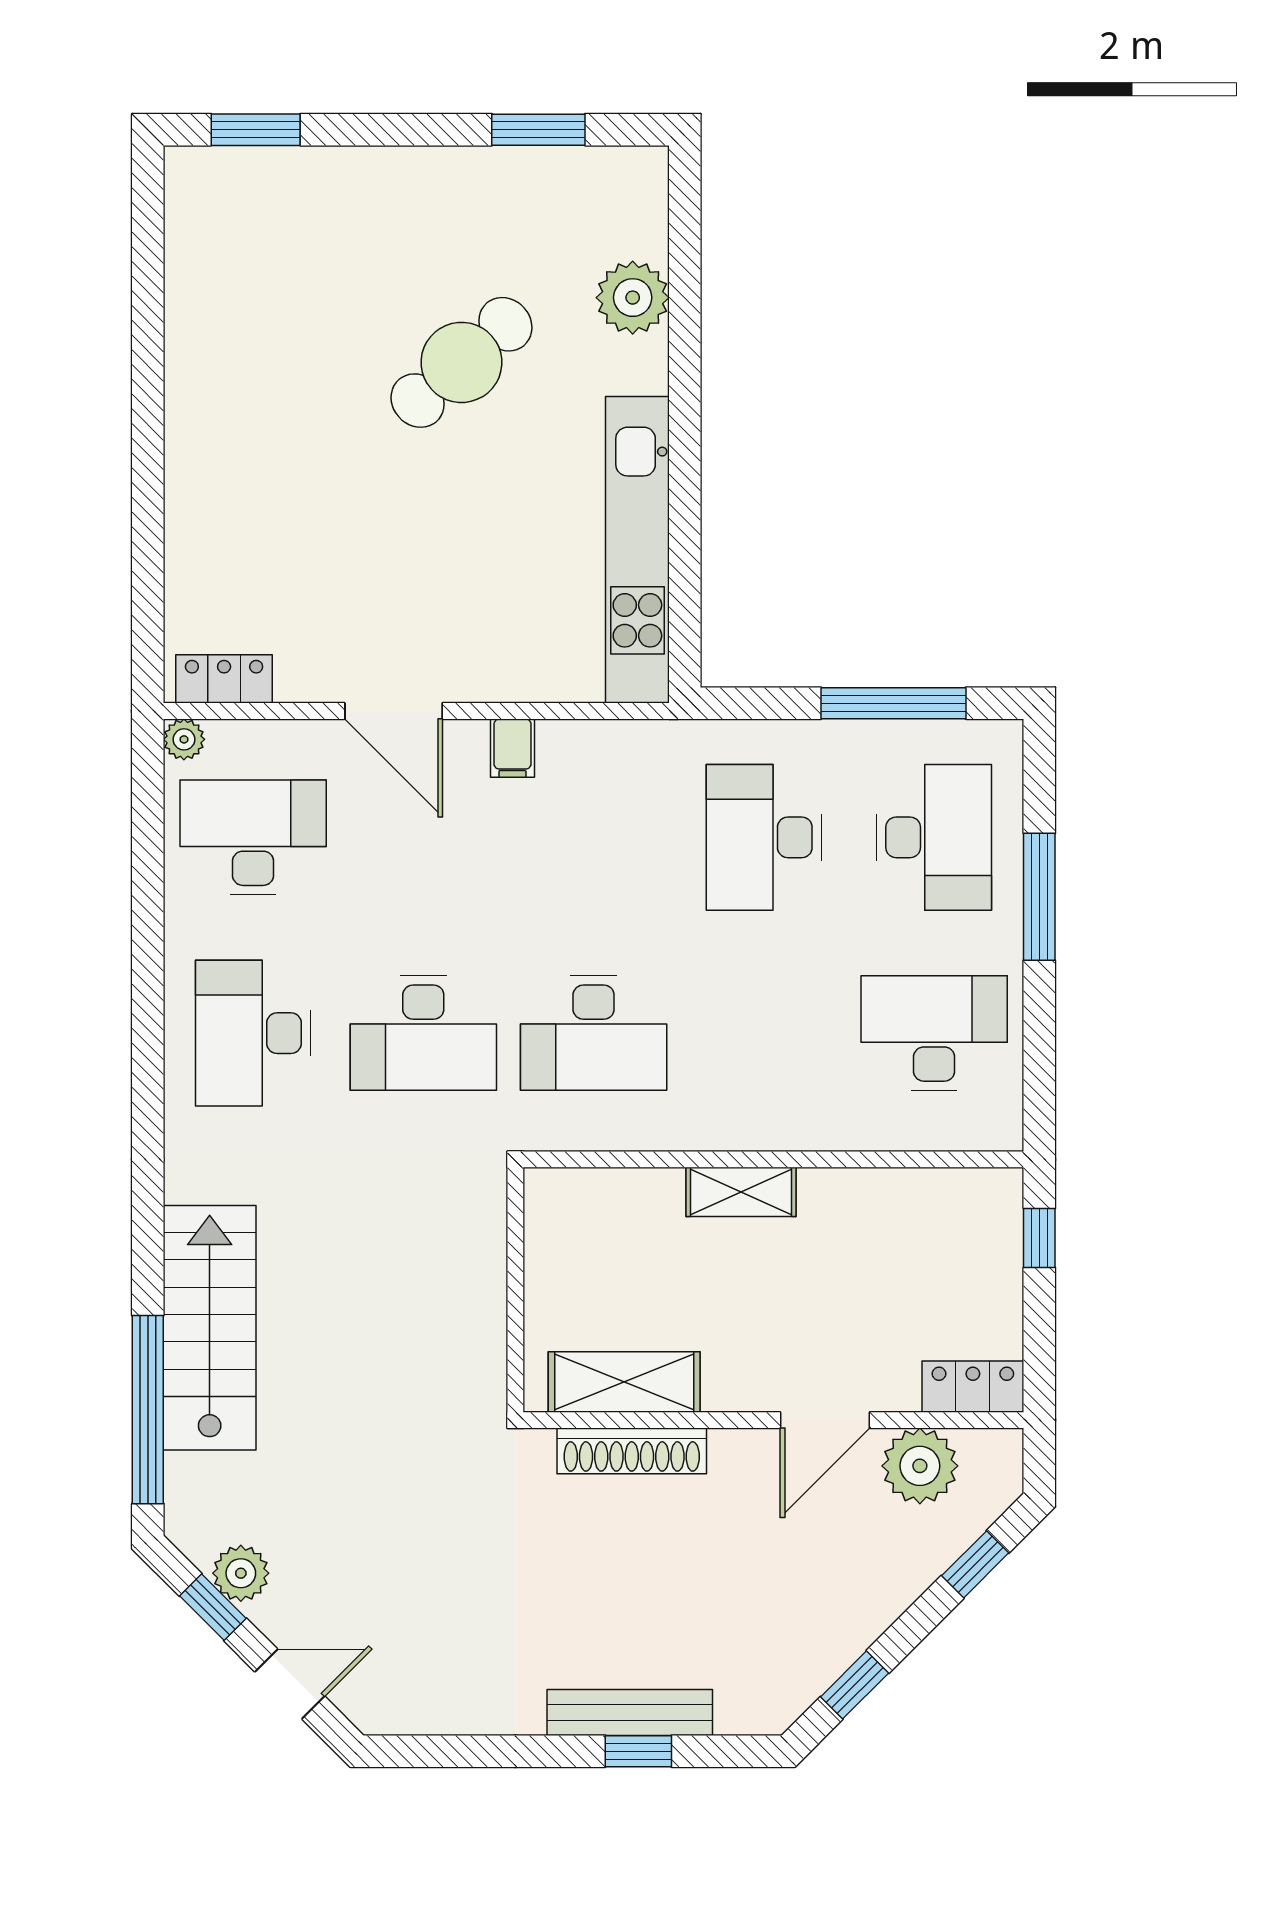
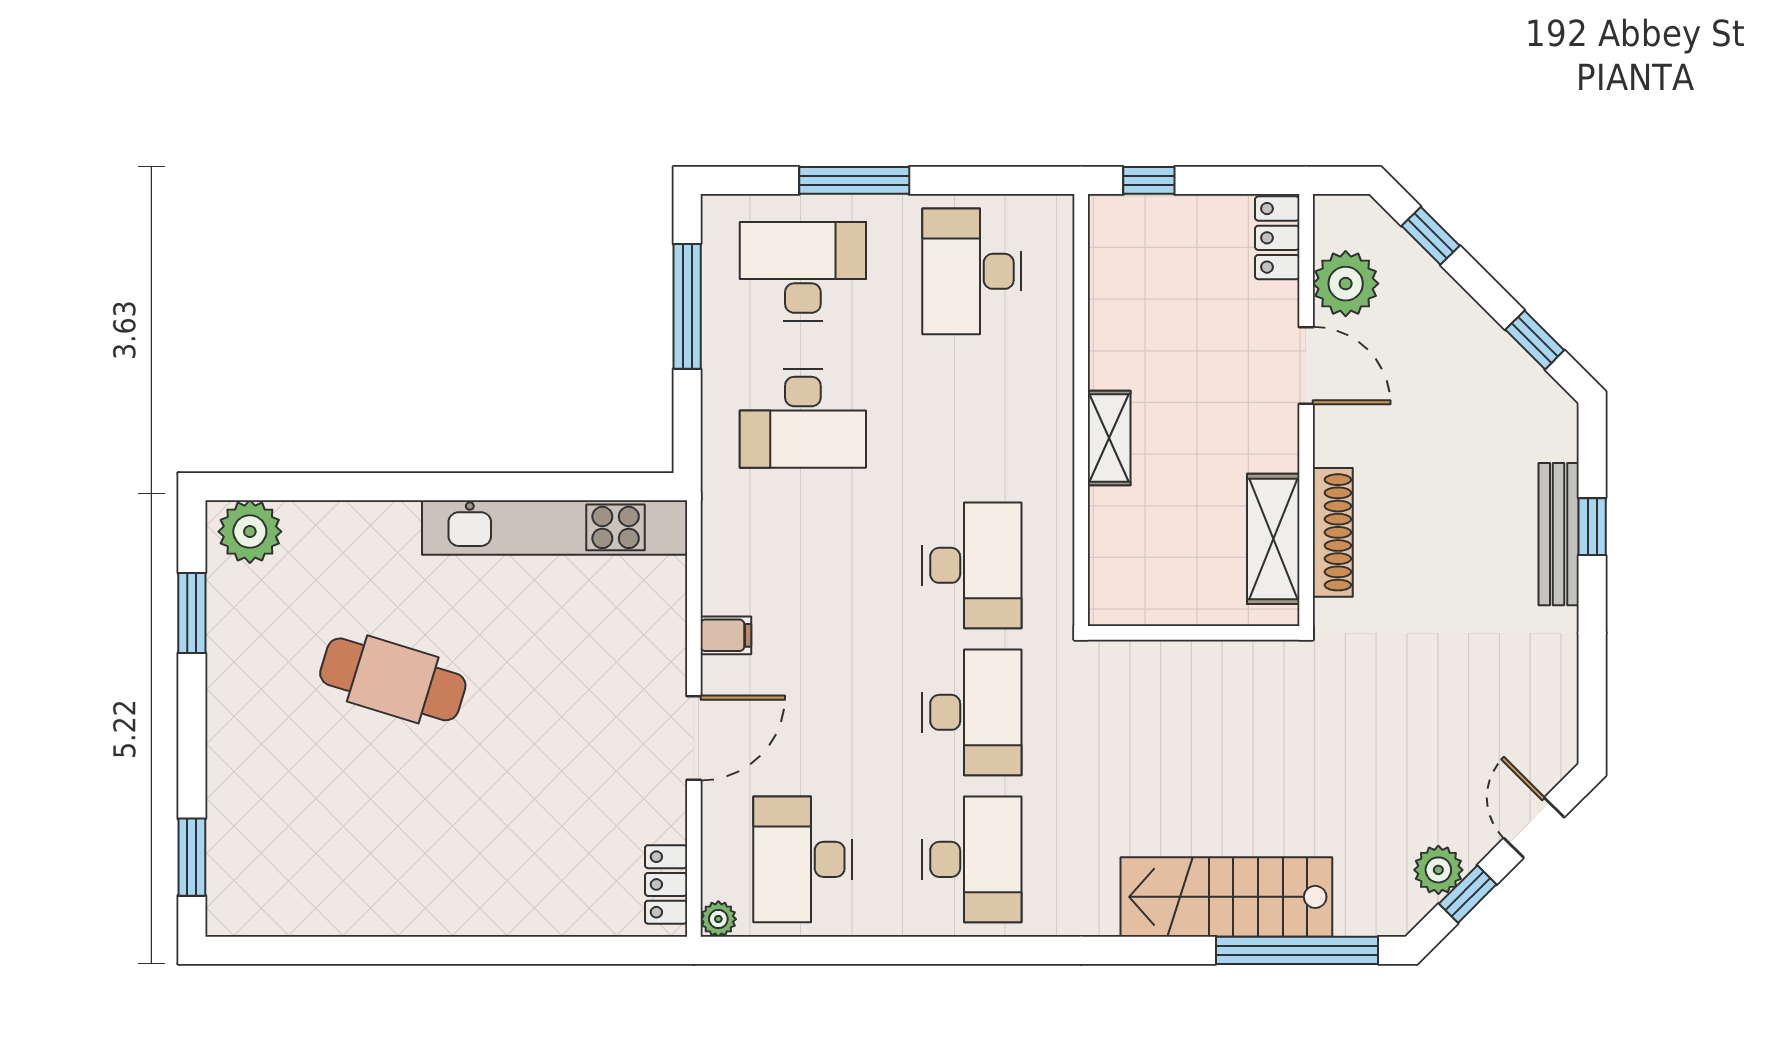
plant: (633, 298) -> (250, 532), moved
cafe table: (461, 362) -> (393, 679), turned -32
desk: (253, 1033) -> (972, 859), turned -90

